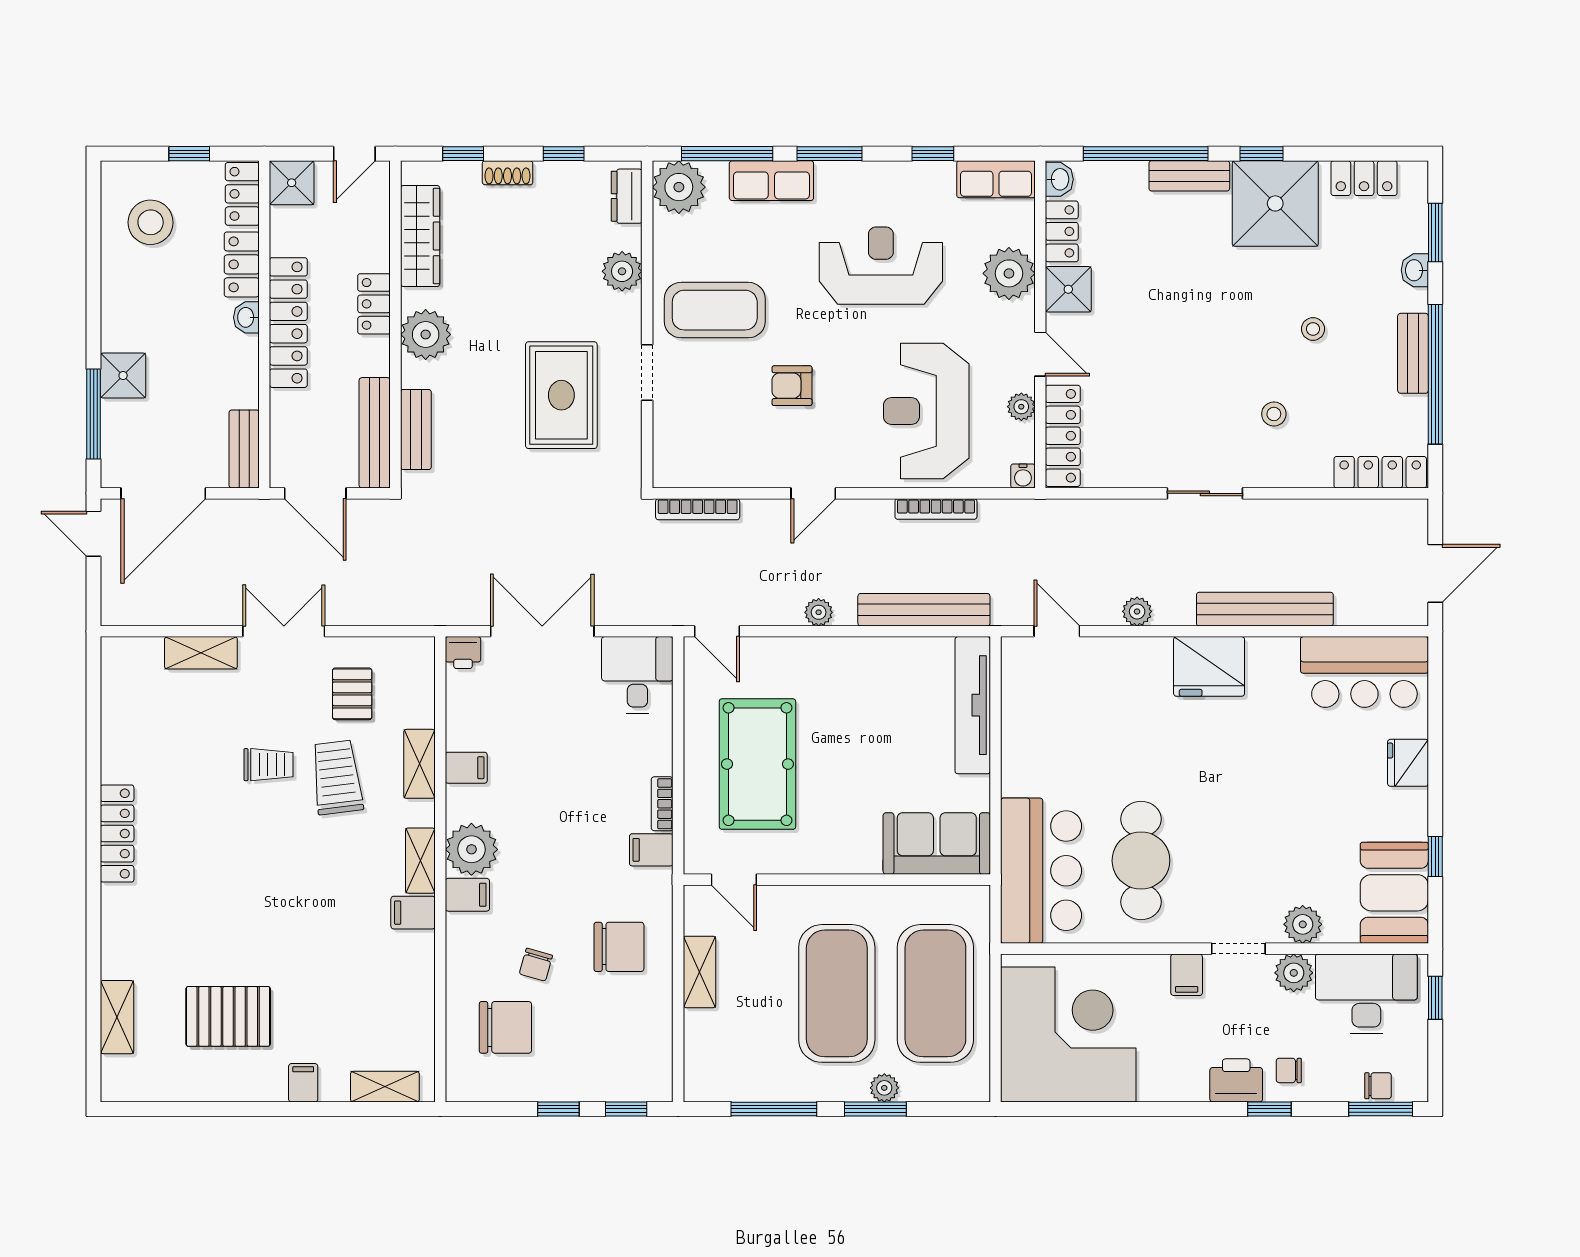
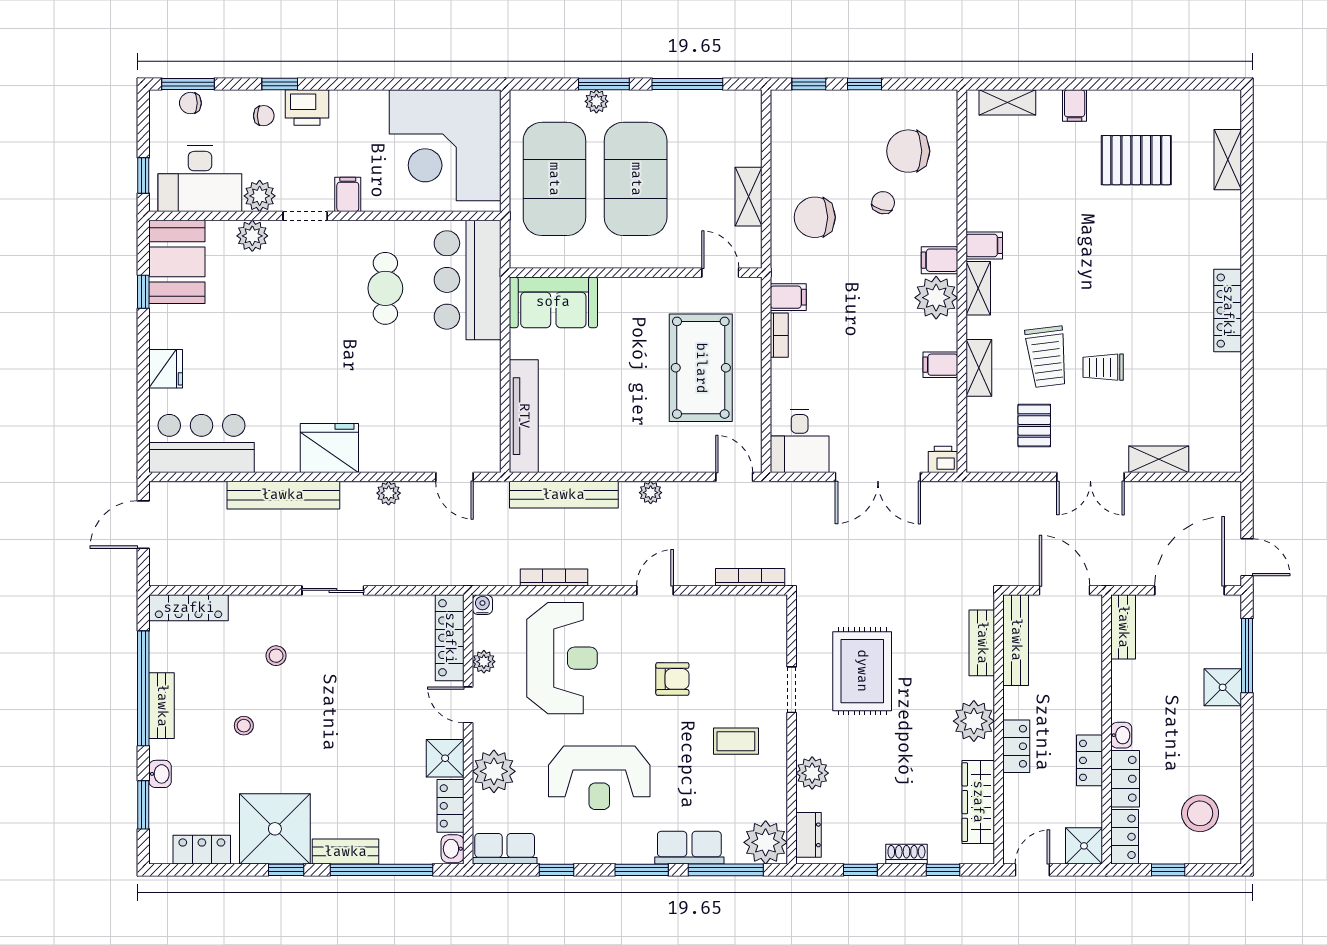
coffee table: (715, 310) -> (736, 741), width x0.54, depth x0.58
locker: (288, 323) -> (1089, 760), width x0.46, depth x0.83
cafe table: (1141, 861) -> (385, 288), width x0.73, depth x0.74

